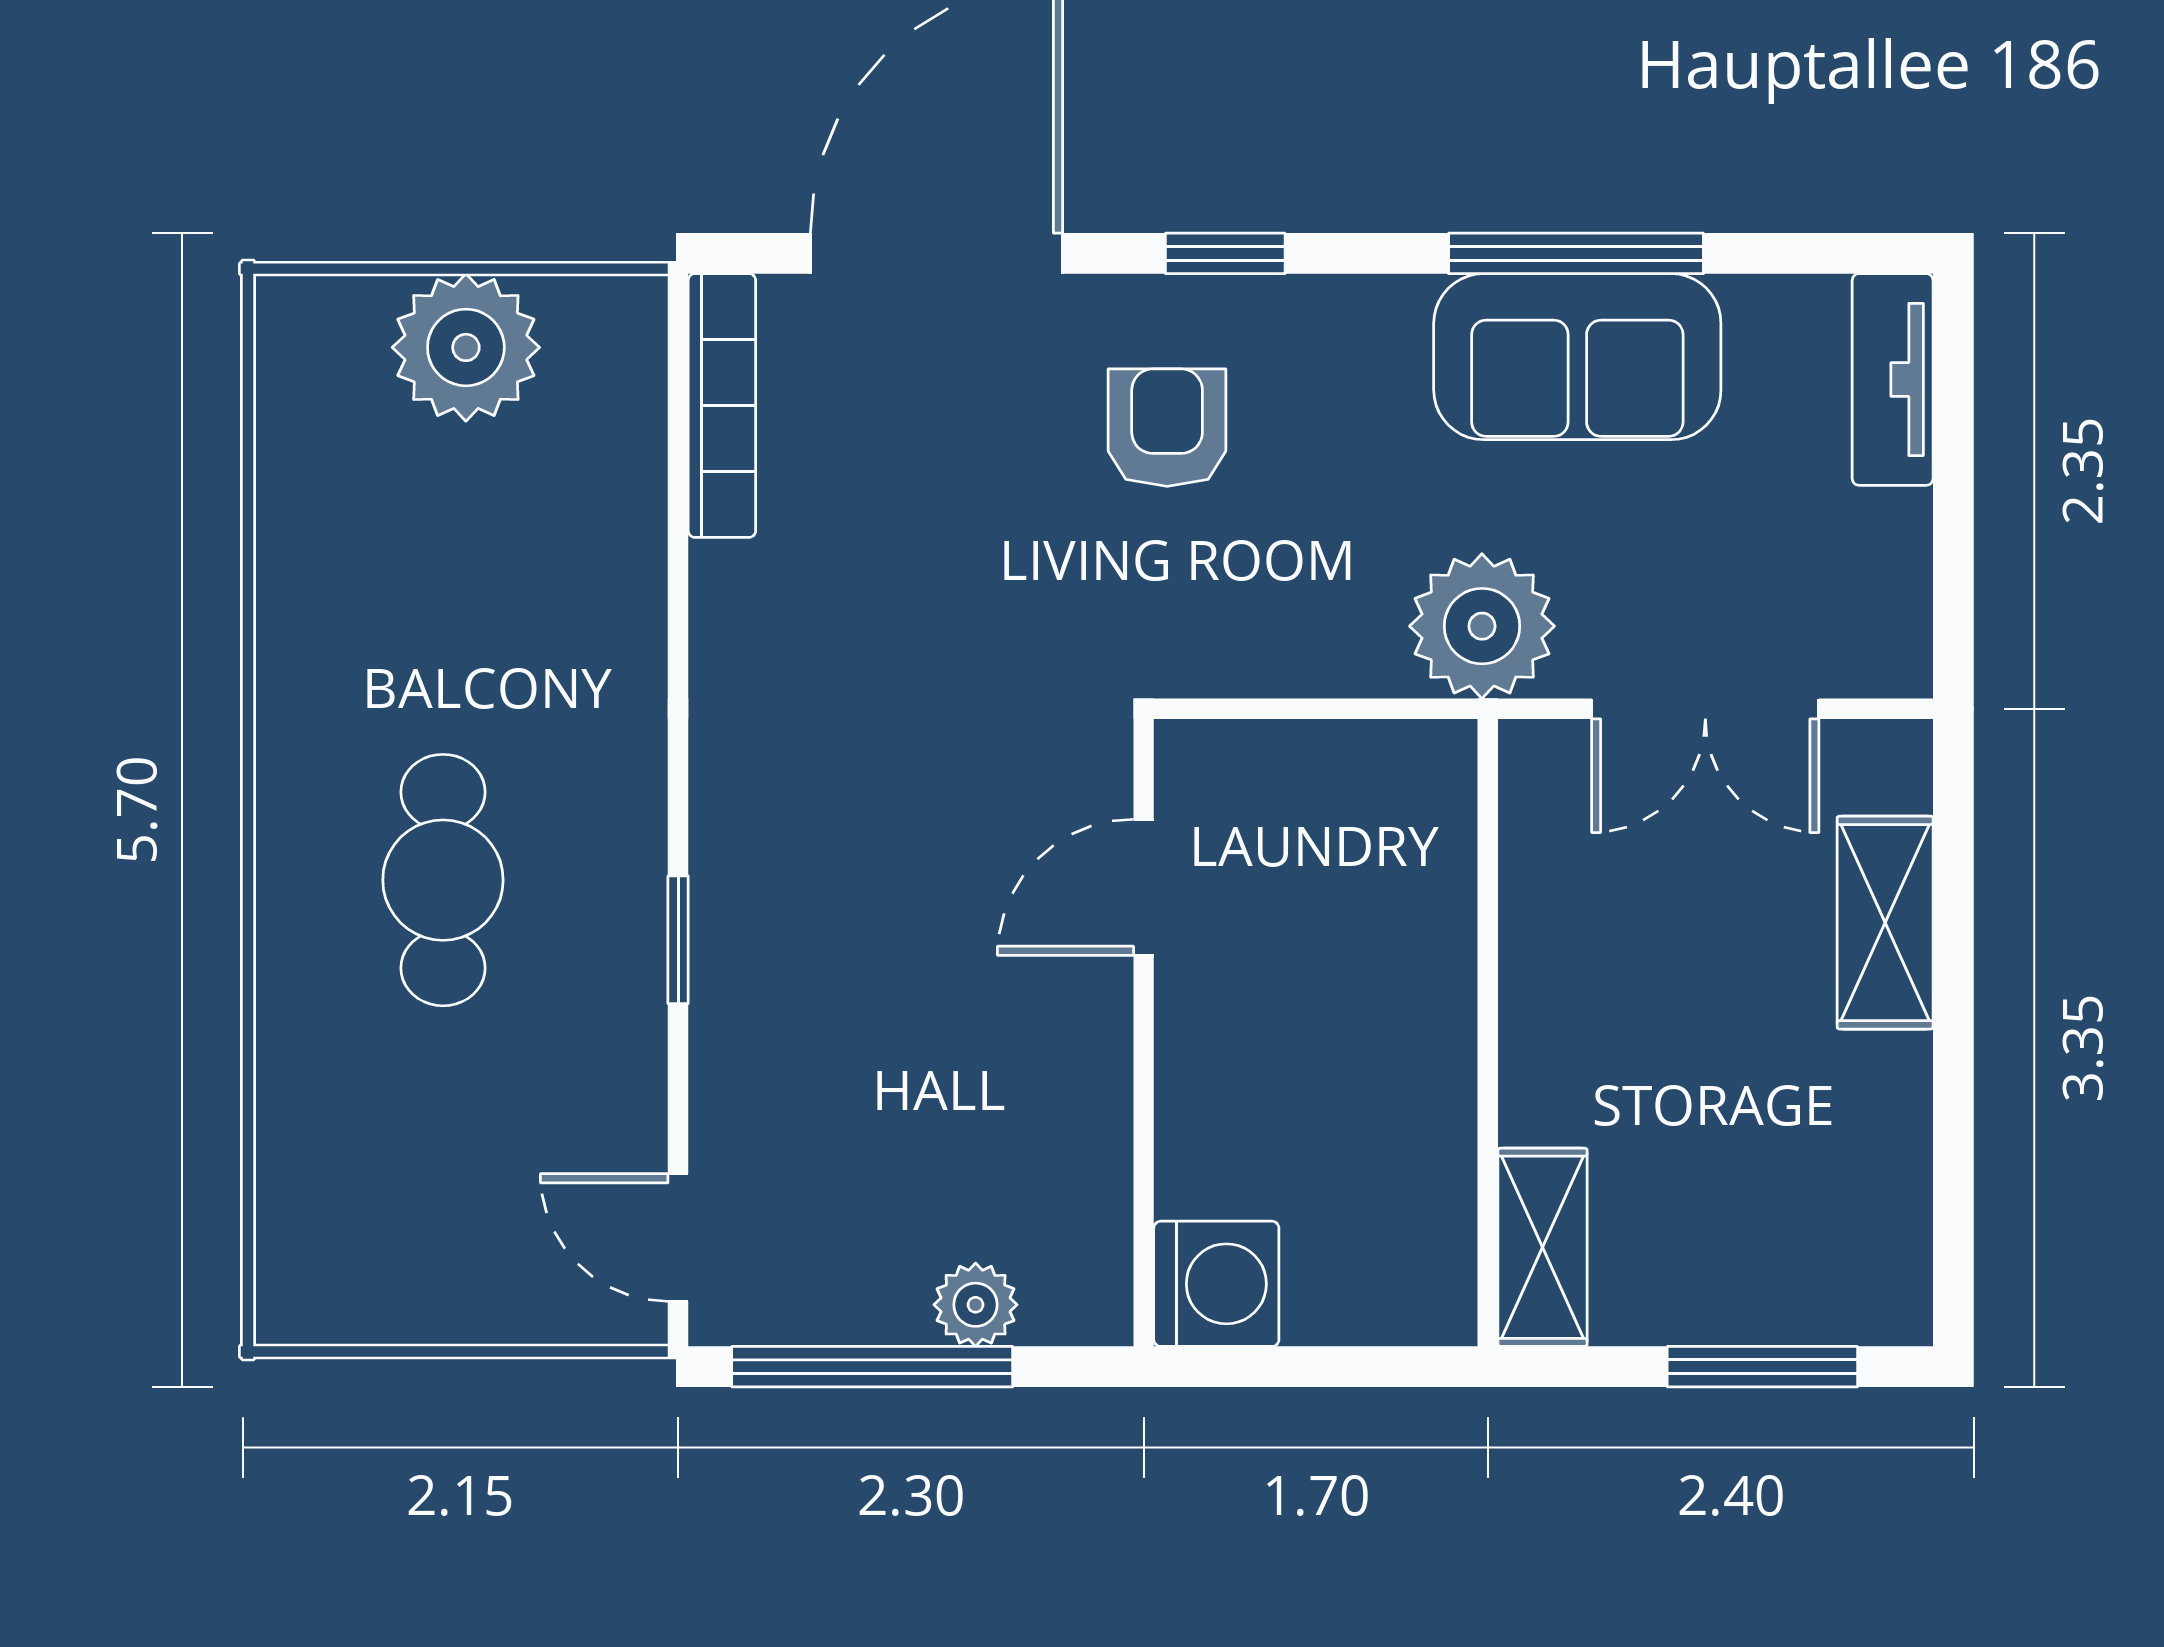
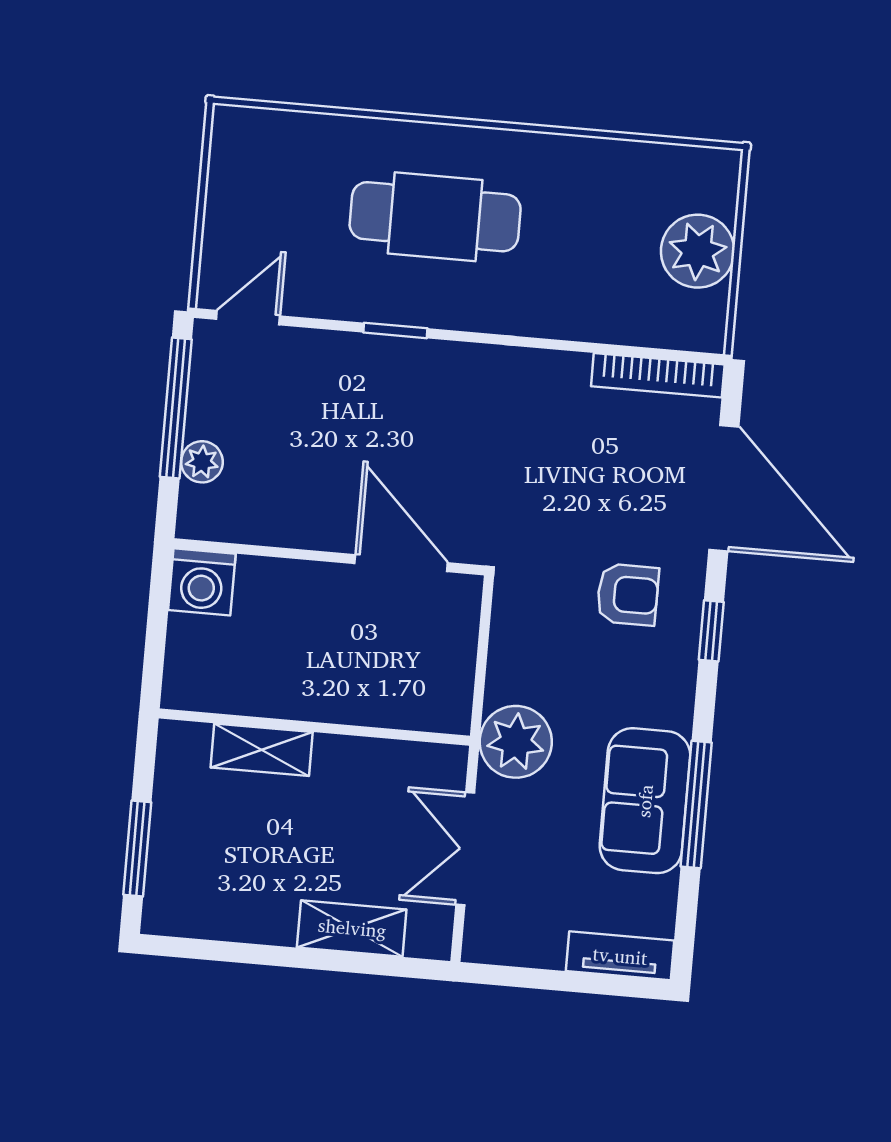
cafe table: (443, 880) -> (435, 217), width x1.37, depth x1.35
door: (1144, 887) -> (401, 563), width x1.38
shelving: (1542, 1247) -> (262, 750), moved

